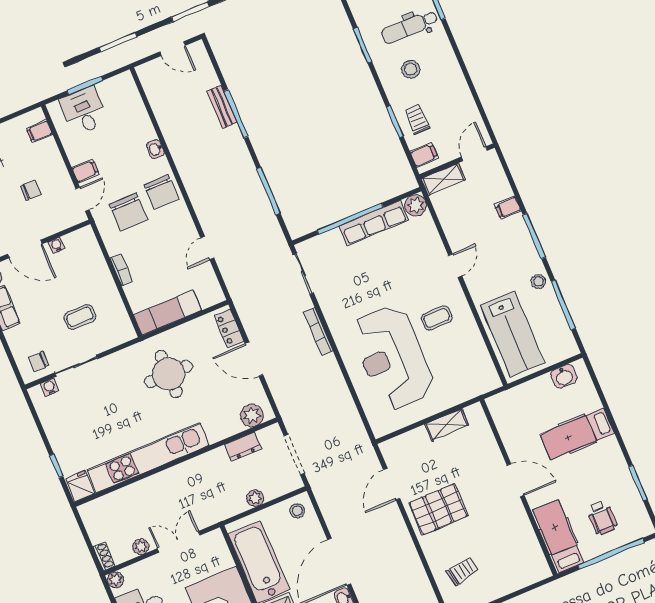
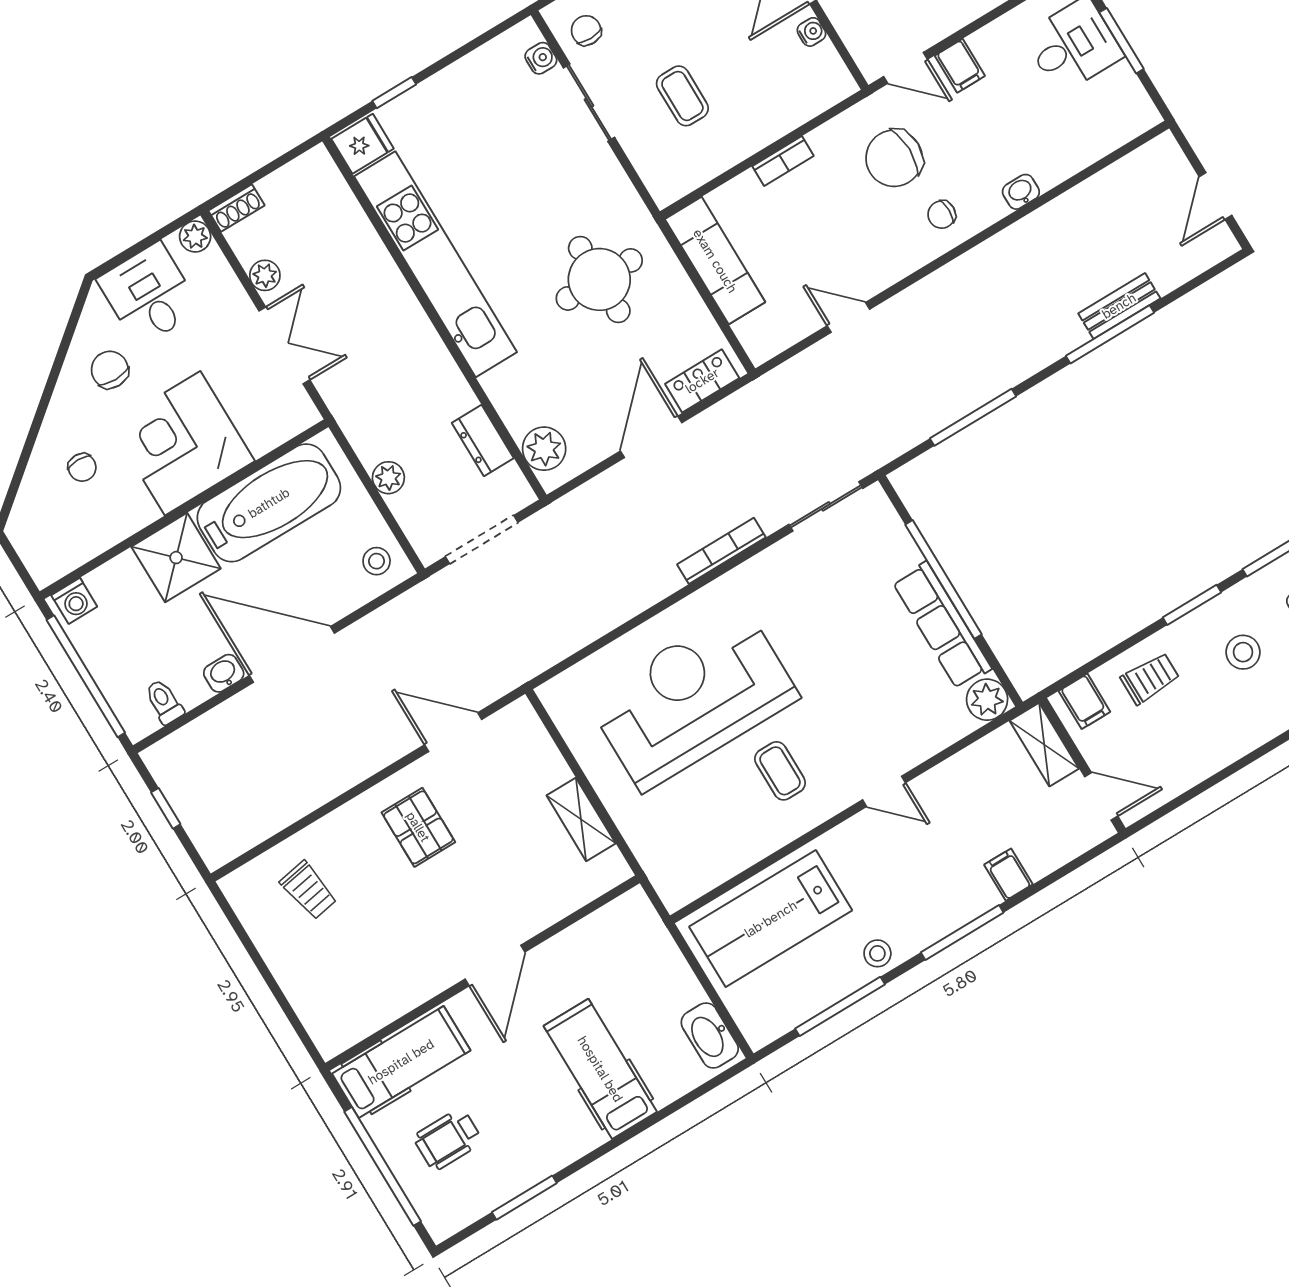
window: (395, 122) -> (1192, 605), moved
chair: (161, 192) -> (942, 215), width x0.54, depth x0.54
washbasin: (564, 376) -> (710, 1036), width x1.38
pallet: (438, 509) -> (418, 827), width x0.67, depth x0.71

